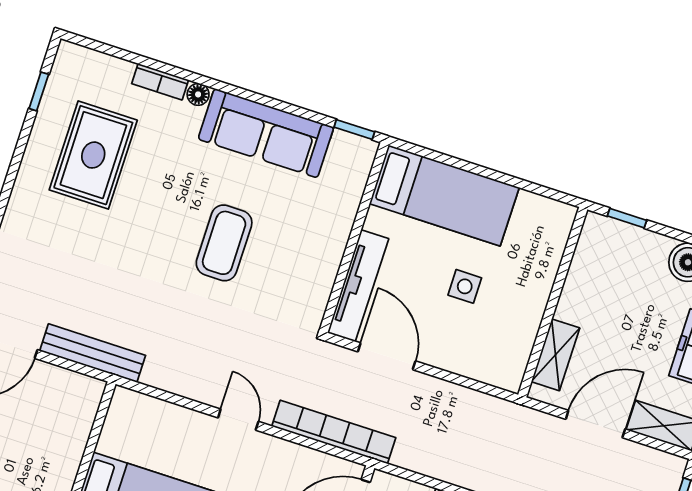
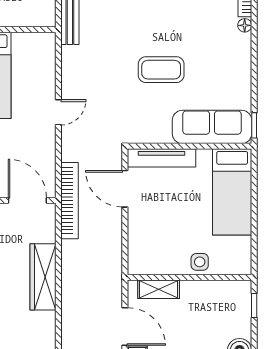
sofa: (266, 133) -> (212, 127), moved, turned 90
side table: (465, 286) -> (200, 262), moved
door: (387, 356) -> (125, 189), swing flipped
bookcase: (334, 432) -> (69, 201), moved

